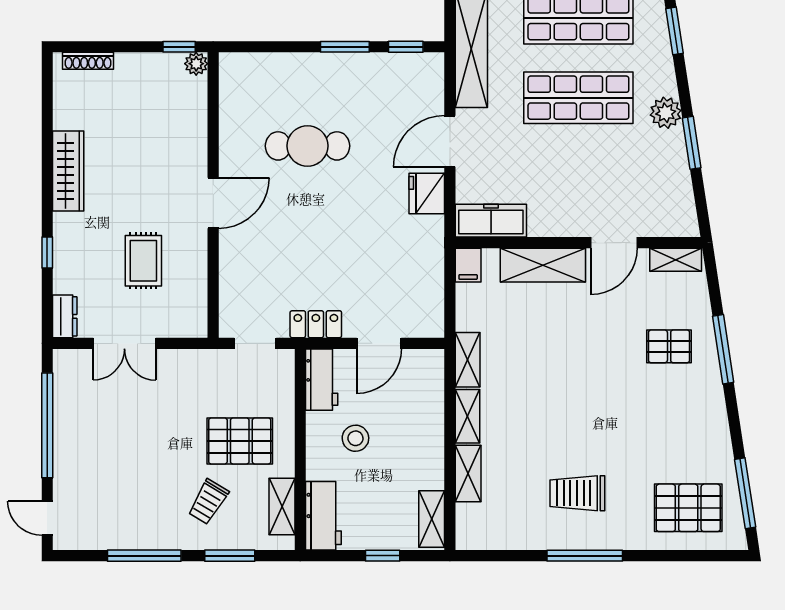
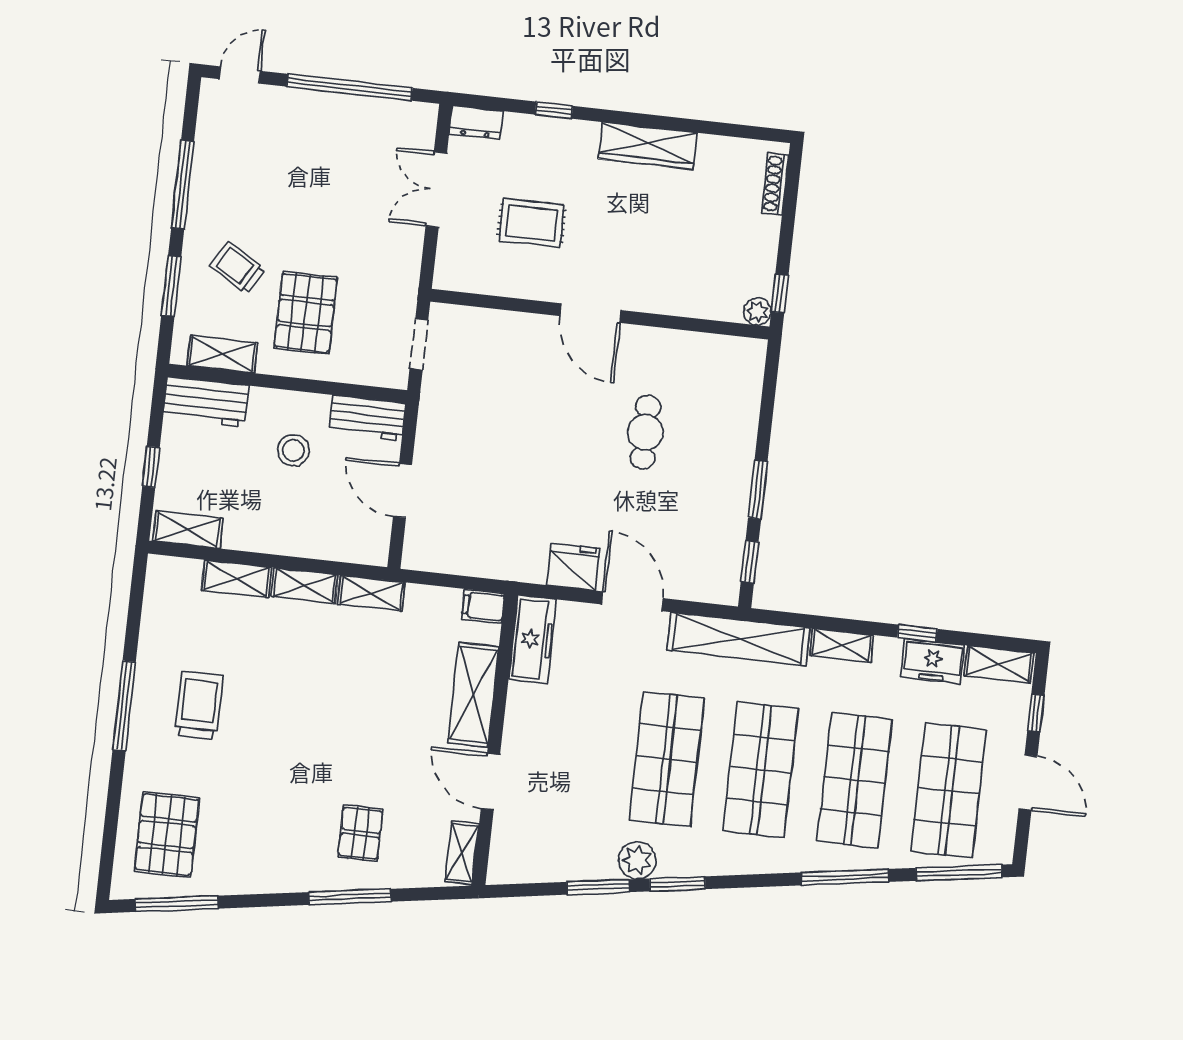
window: (675, 31) -> (678, 884), moved
cafe table: (308, 146) -> (645, 432), width x0.73, depth x0.74
locker: (316, 324) -> (433, 418), removed

